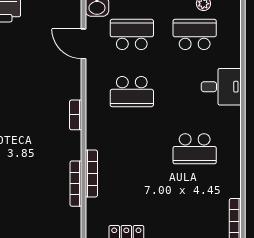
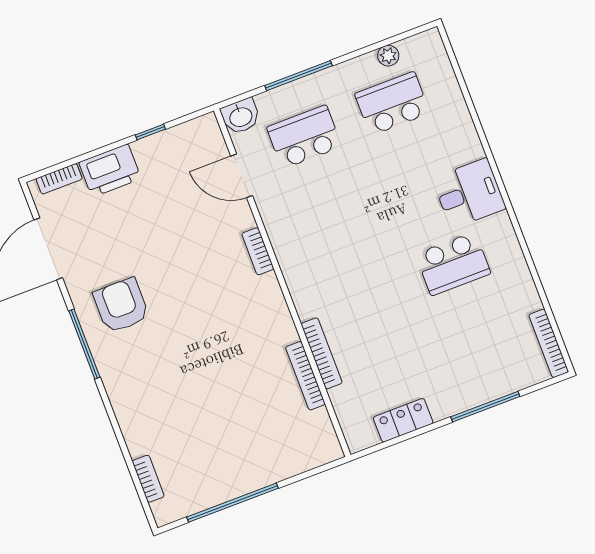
desk: (221, 87) -> (469, 193), moved
school desk: (132, 92) -> (335, 217), removed
bookcase: (76, 115) -> (258, 251), moved

